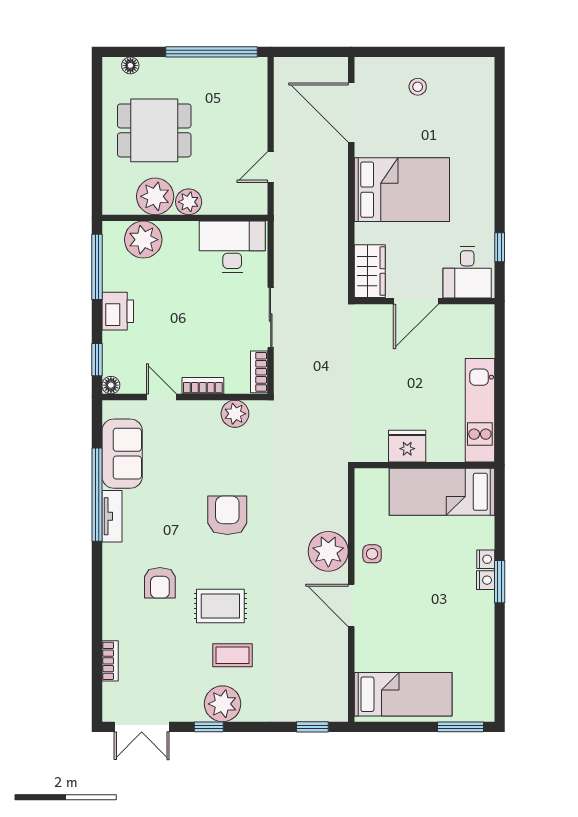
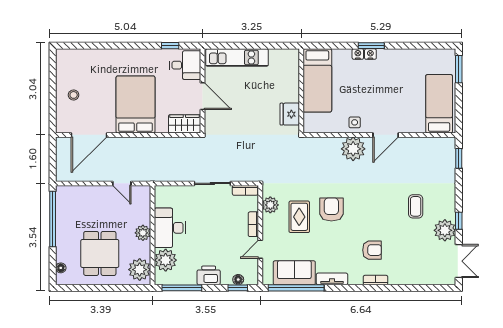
plant: (155, 196) -> (140, 270), moved
desk: (232, 247) -> (170, 228), moved
floor lamp: (111, 385) -> (238, 280), moved
kitchen unit: (480, 410) -> (237, 58), moved
fridge: (407, 446) -> (290, 114), moved
window: (97, 495) -> (296, 288), moved
armchair: (227, 515) -> (331, 210), turned 90
rug: (220, 606) -> (299, 217), moved
bookcase: (110, 661) -> (376, 280), moved
plant: (223, 704) -> (445, 230), moved

